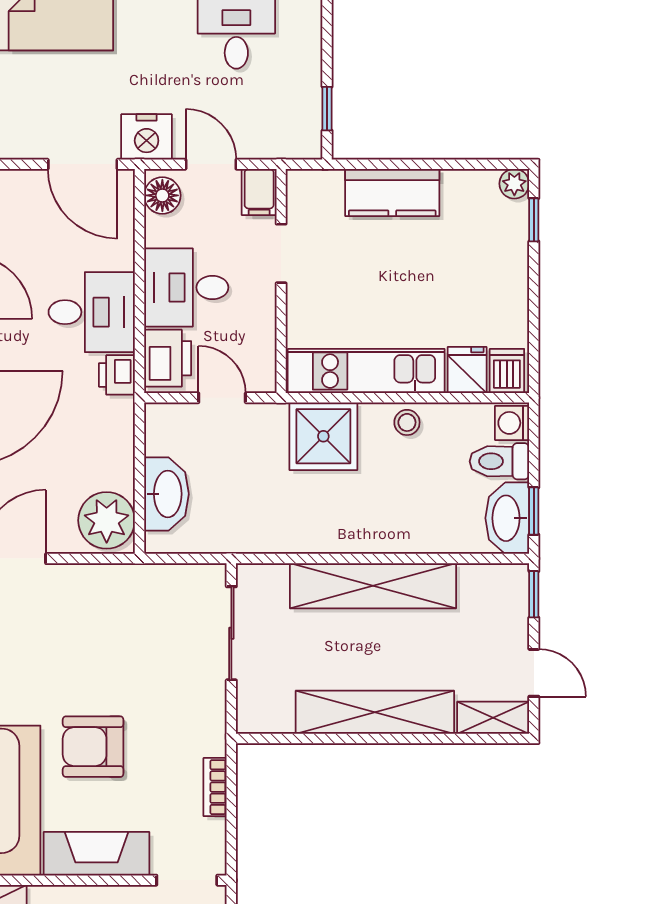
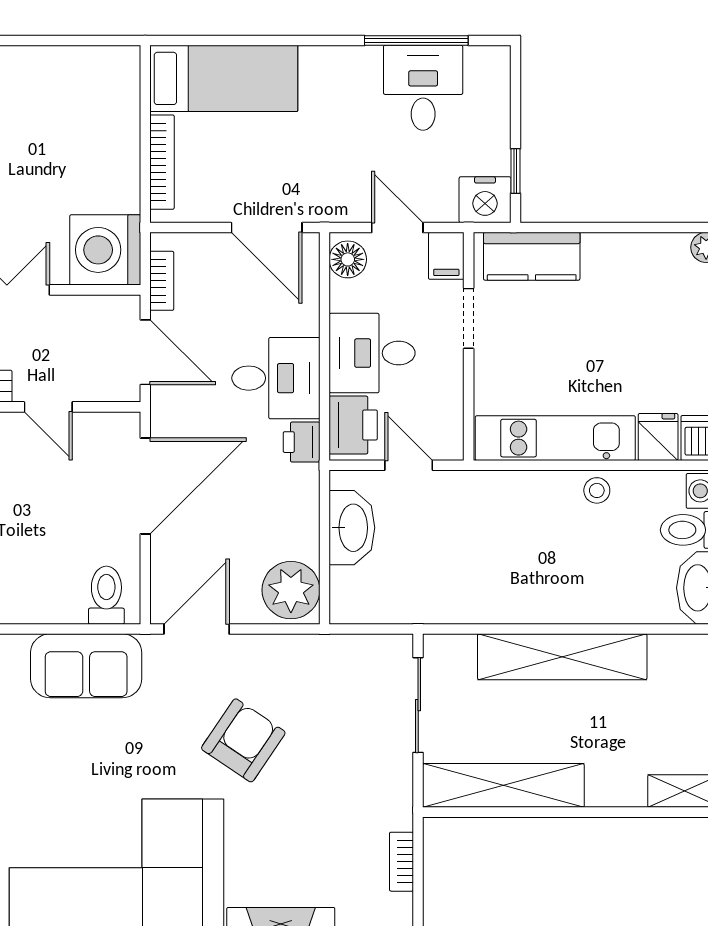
nightstand: (147, 137) -> (485, 200), moved
kitchen counter: (392, 192) -> (532, 256), moved
shower: (323, 436) -> (512, 504), removed
washbasin: (166, 494) -> (352, 528), moved
shelving: (375, 712) -> (503, 785), moved
armchair: (93, 747) -> (243, 740), moved, turned 124

